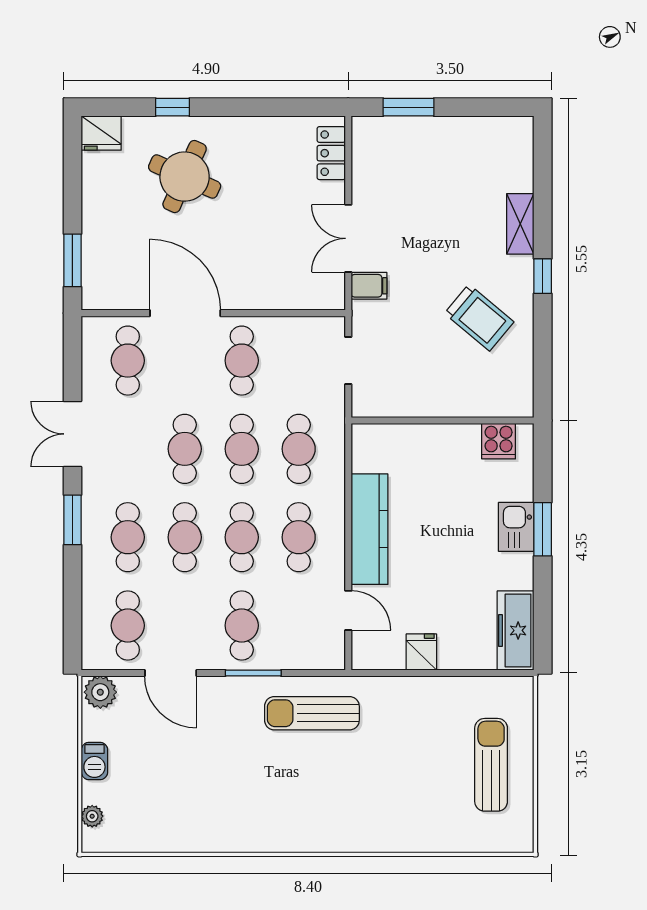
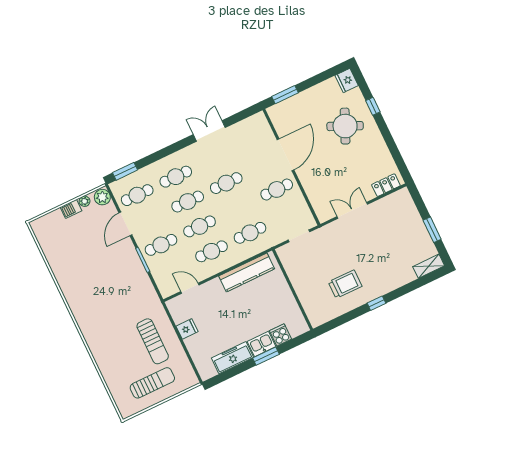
window: (409, 107) -> (432, 230), moved
shelving: (520, 224) -> (429, 266), moved
filing cabinet: (369, 286) -> (336, 229), removed
trolley: (479, 318) -> (345, 284), turned -130
cafe table: (128, 361) -> (253, 140), removed
cooker: (499, 441) -> (281, 335), moved, turned 90
cafe table: (242, 449) -> (238, 208), removed
window: (72, 520) -> (125, 171), moved
kitchen counter: (369, 529) -> (247, 272), moved
door: (348, 610) -> (190, 288), swing flipped
freezer: (516, 630) -> (232, 358), moved
sun lounger: (312, 713) -> (153, 341), moved, turned 180
plant: (92, 816) -> (85, 201), moved

